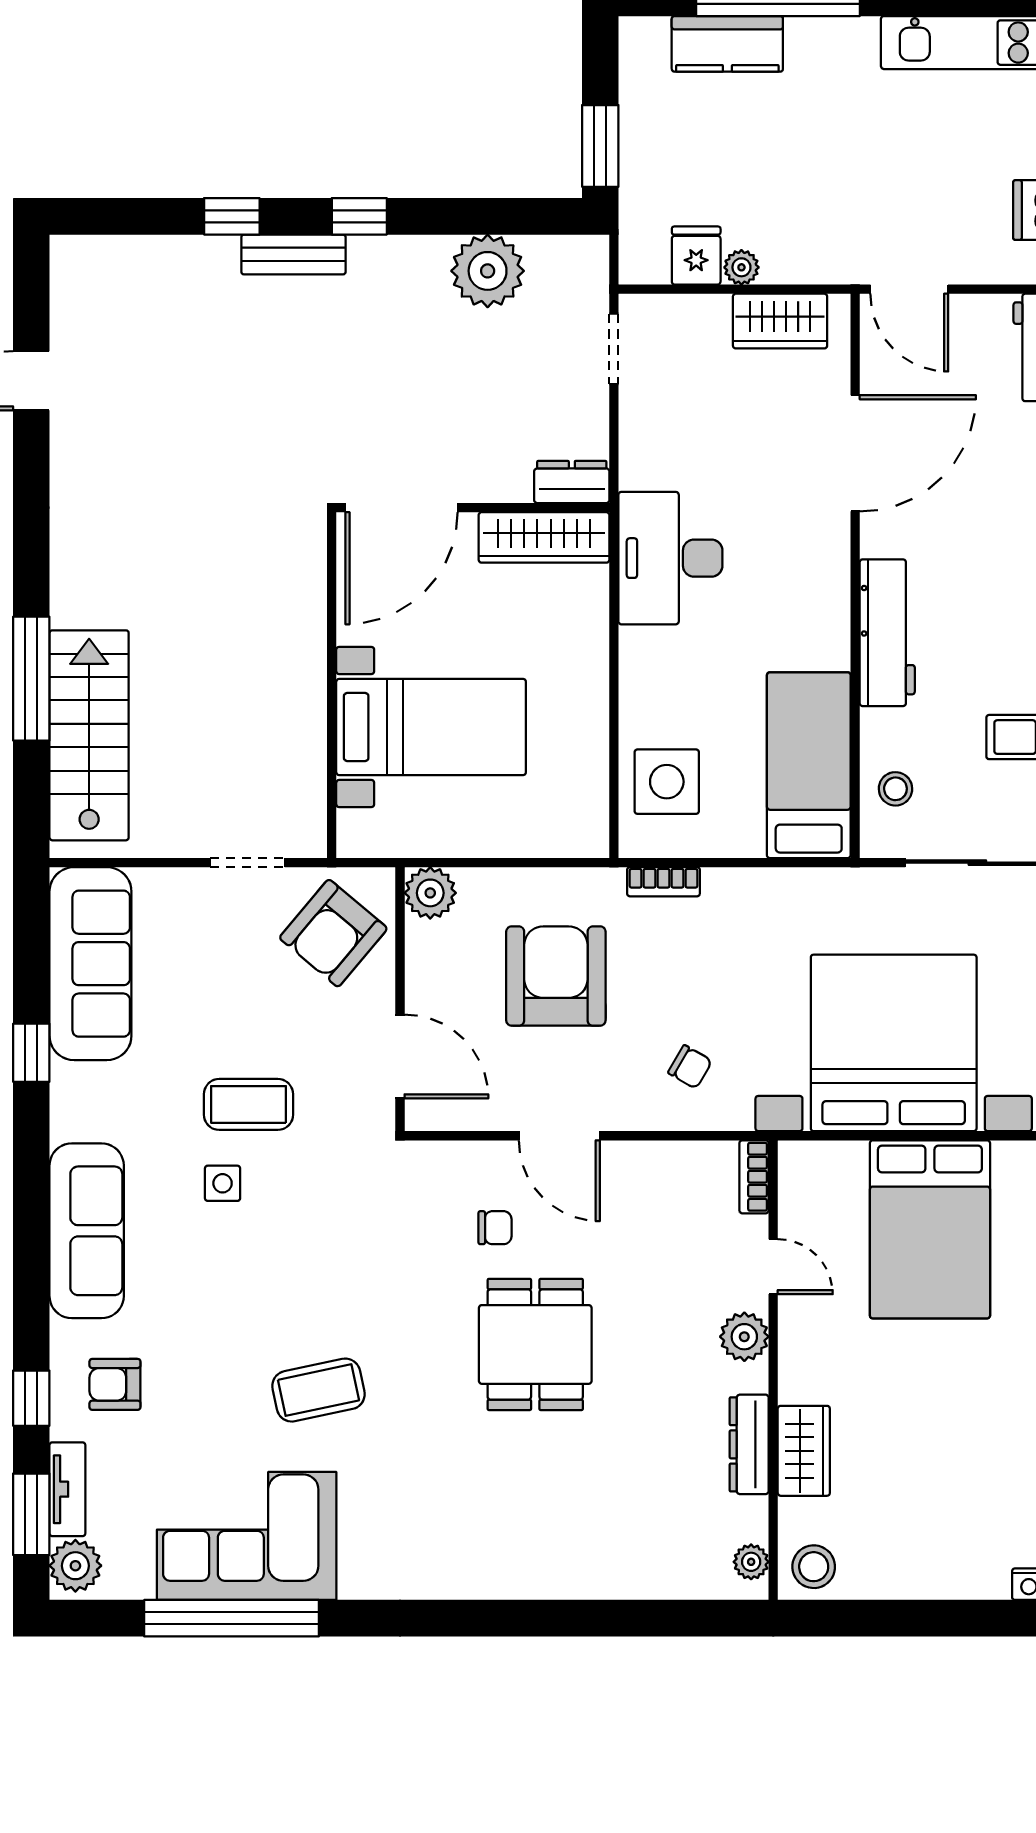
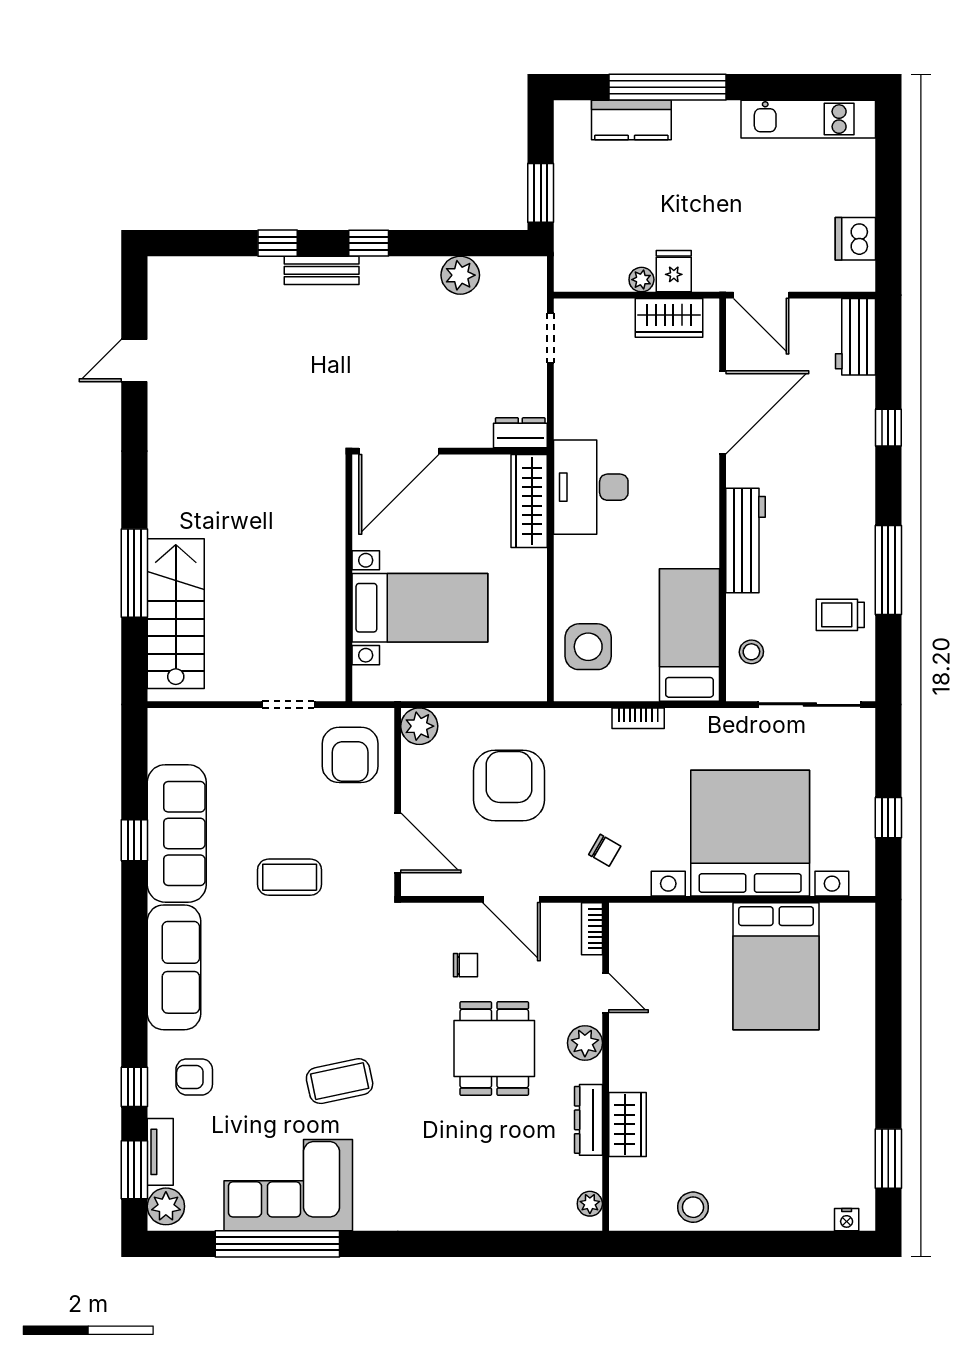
fridge: (696, 256) -> (674, 271), moved
plant: (488, 271) -> (460, 275), width x0.73, depth x0.73
wardrobe: (544, 537) -> (529, 501), moved, turned 90
bookcase: (663, 882) -> (638, 718), moved
armchair: (333, 933) -> (350, 755), turned -40
sofa: (90, 964) -> (177, 833), moved
bookcase: (754, 1177) -> (592, 929), moved
side table: (223, 1183) -> (271, 933), removed
door: (773, 1267) -> (606, 993), moved
plant: (744, 1337) -> (585, 1043), moved
wall: (773, 1370) -> (606, 1067), moved
dresser: (749, 1444) -> (588, 1120), moved
wardrobe: (804, 1451) -> (627, 1124), moved
plant: (751, 1562) -> (590, 1204), moved

